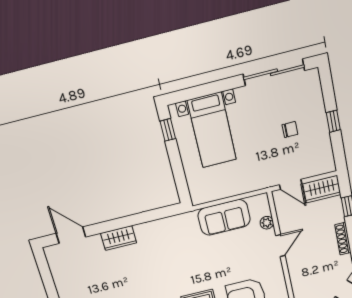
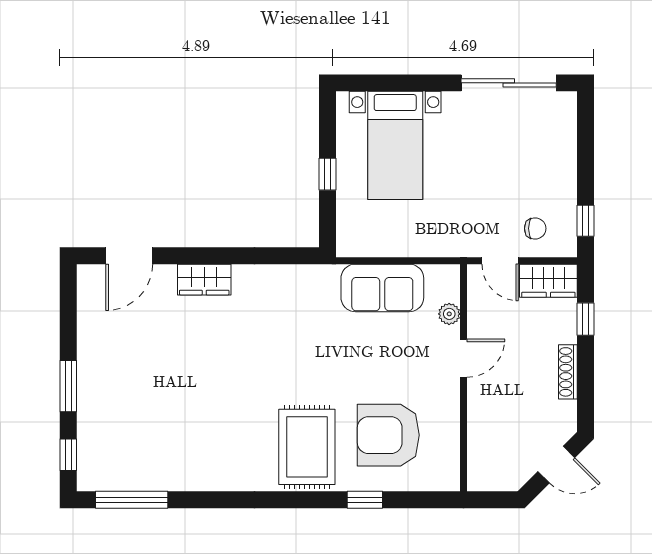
window: (333, 121) -> (586, 221), moved
window: (168, 130) -> (327, 174), moved
chair: (290, 130) -> (535, 228), moved
door: (71, 235) -> (129, 256), swing flipped

